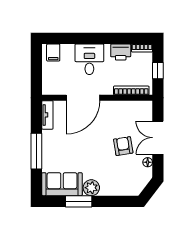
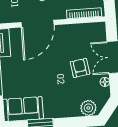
plant: (91, 188) -> (88, 108), moved

